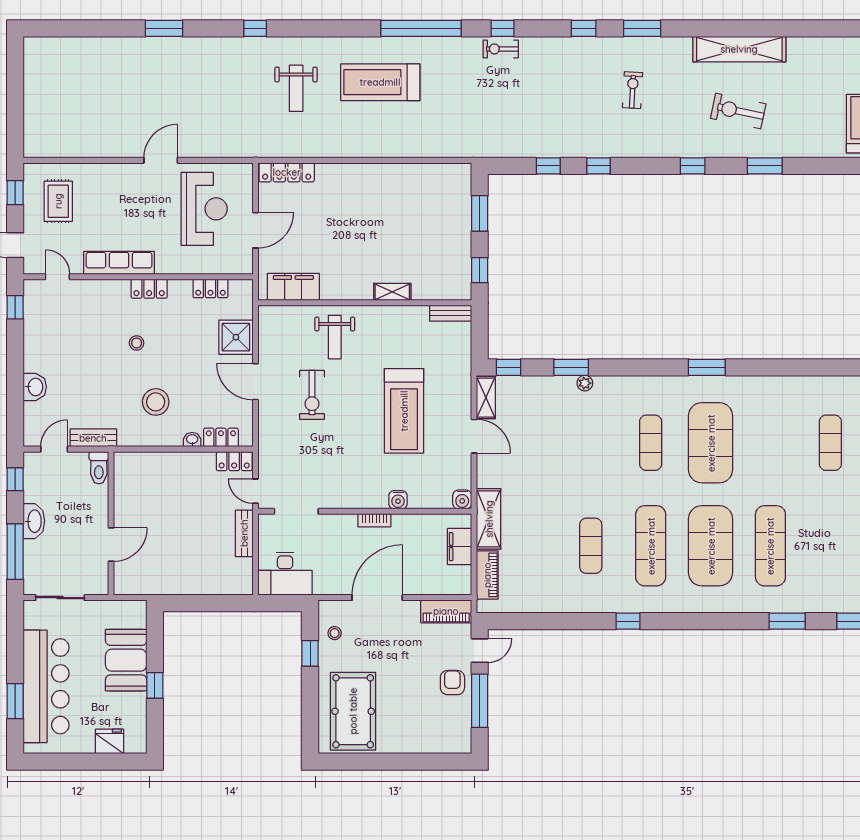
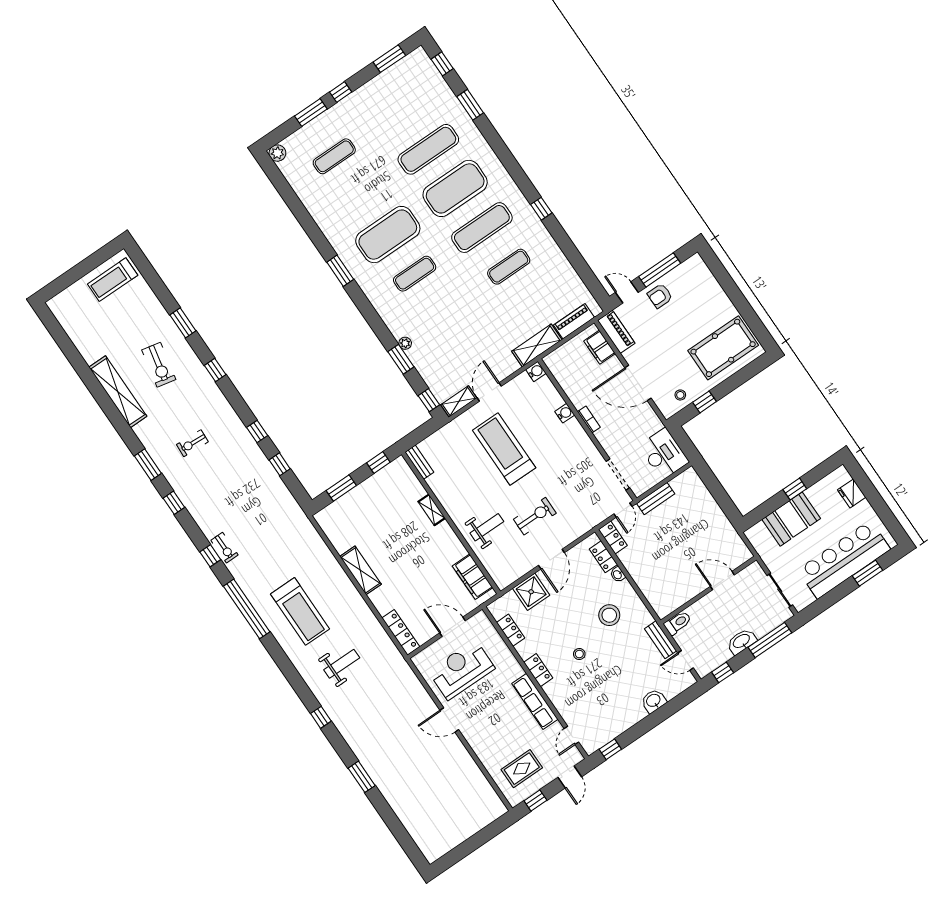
shelving: (380, 175) -> (360, 570), added
treadmill: (404, 411) -> (504, 449), turned -90
filing cabinet: (460, 547) -> (600, 347), moved, turned 90

